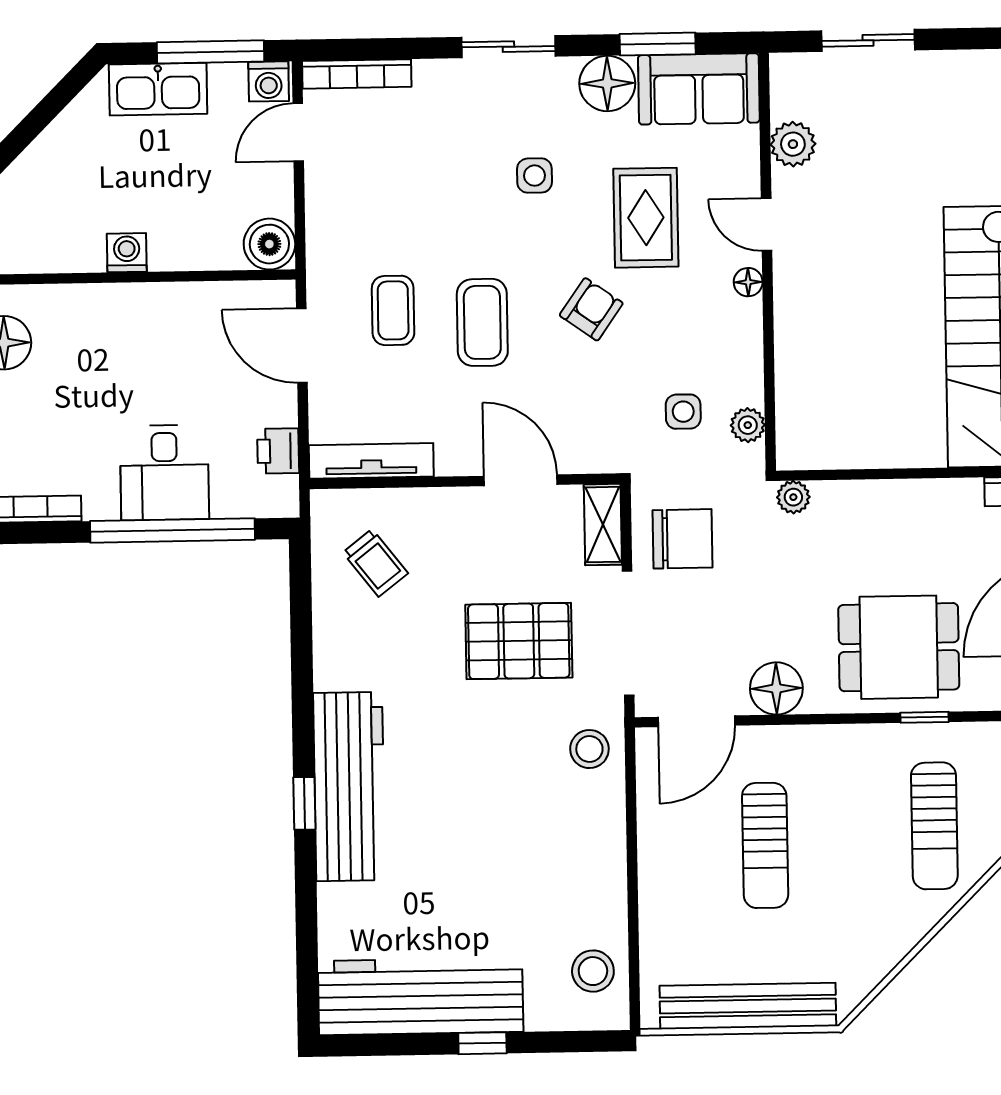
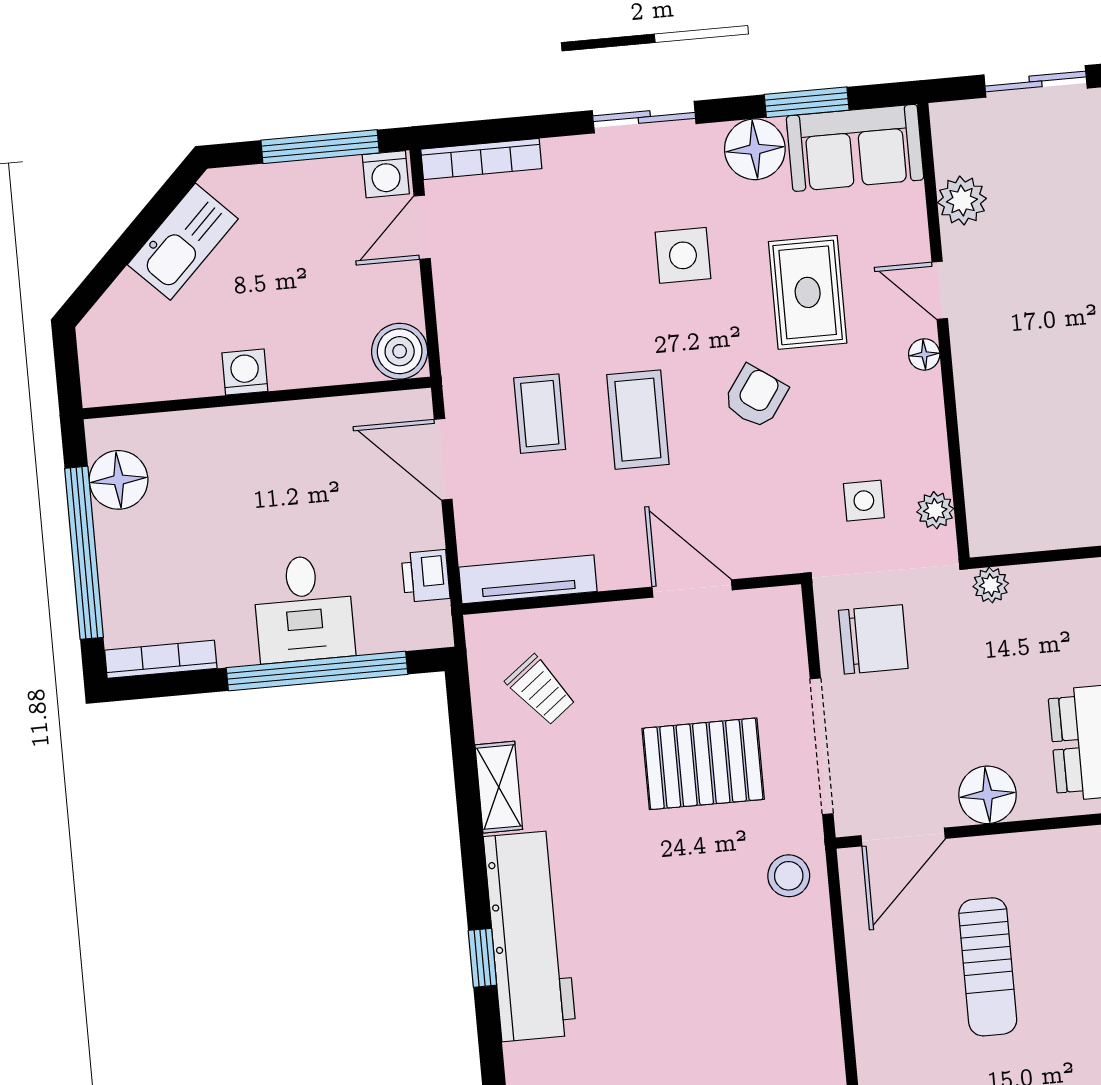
kitchen sink: (158, 89) -> (183, 242), moved, turned -45
side table: (534, 176) -> (683, 255), width x1.37, depth x1.37
shelving: (603, 525) -> (499, 787), moved

